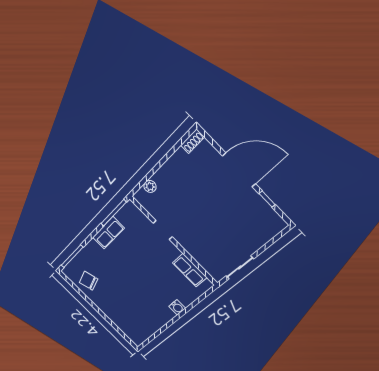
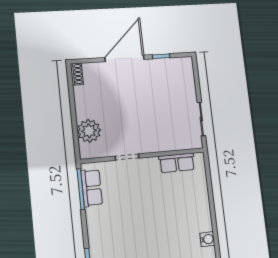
plant: (150, 186) -> (89, 131), width x1.88, depth x1.88
row of seats: (108, 233) -> (92, 188), moved
water cooler: (177, 307) -> (207, 239), moved

